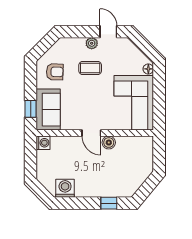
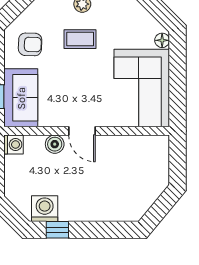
boiler: (109, 143) -> (55, 144), moved
window: (109, 203) -> (57, 230), moved

